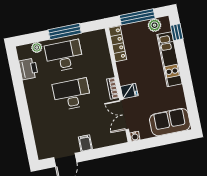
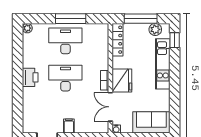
plant: (37, 47) -> (27, 28), moved
printer: (28, 69) -> (30, 77), moved
fridge: (129, 91) -> (122, 81), width x1.88, depth x1.34

